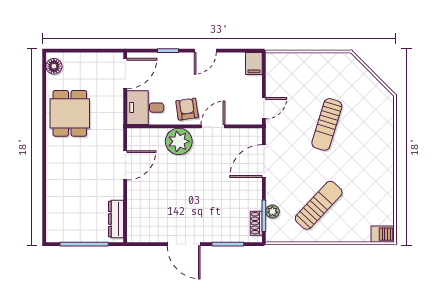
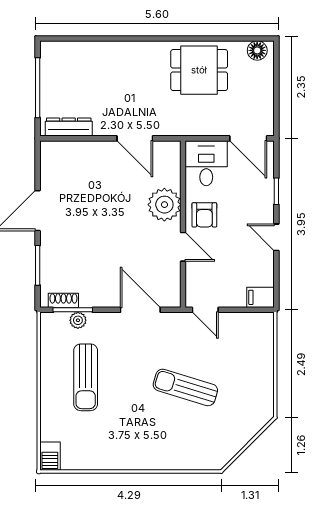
armchair: (187, 109) -> (204, 215), turned 98
sun lounger: (319, 205) -> (86, 377), turned 47

